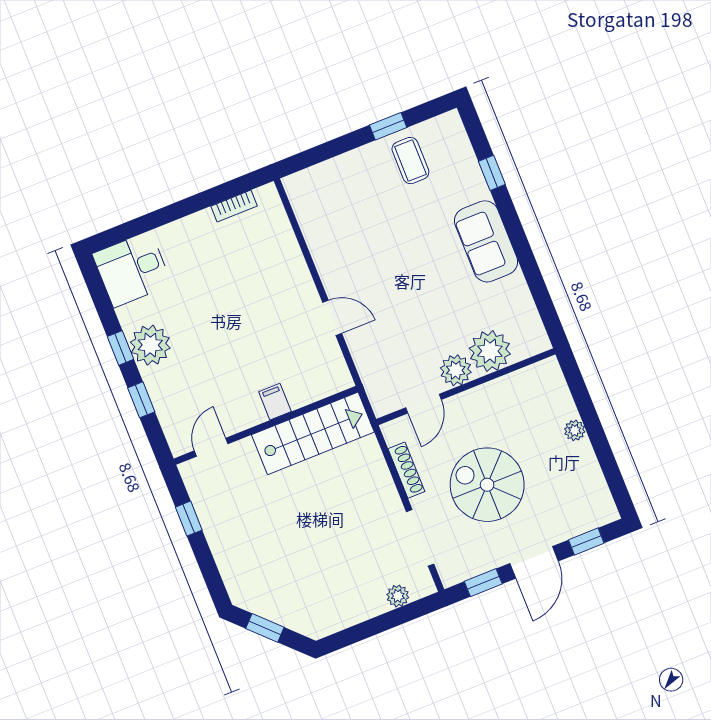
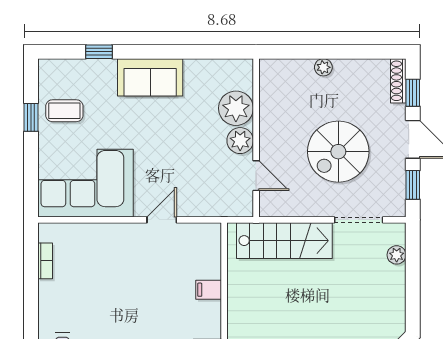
corner sofa: (339, 216) -> (86, 183), added
stairs: (313, 433) -> (284, 241), moved, turned 90
shoe rack: (406, 470) -> (398, 81), moved, turned -90

